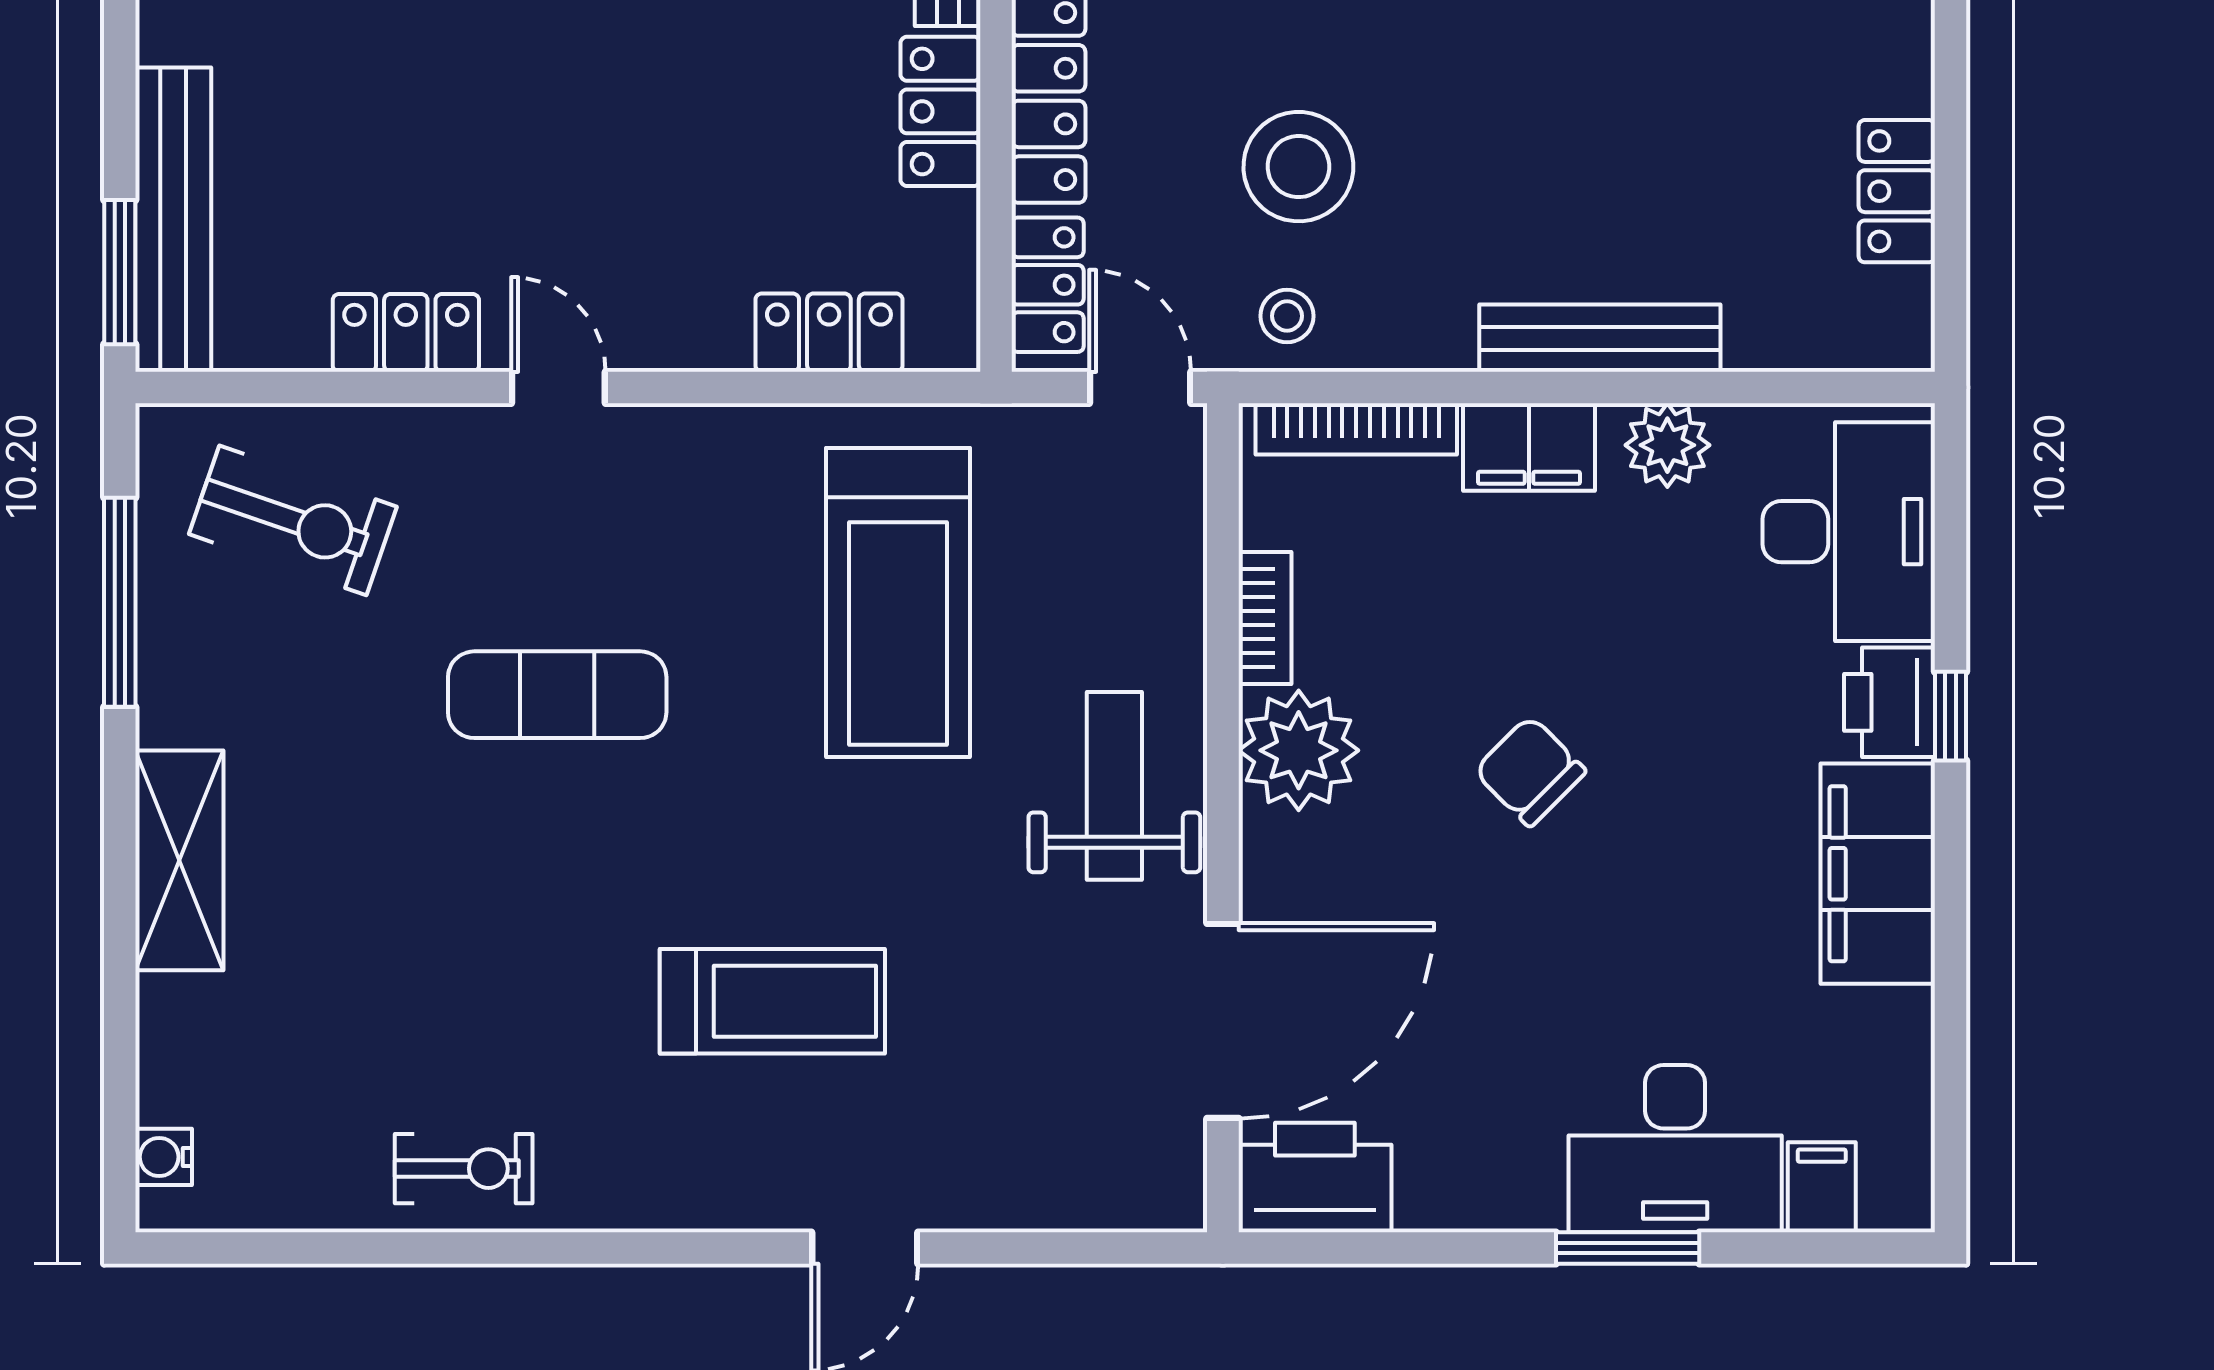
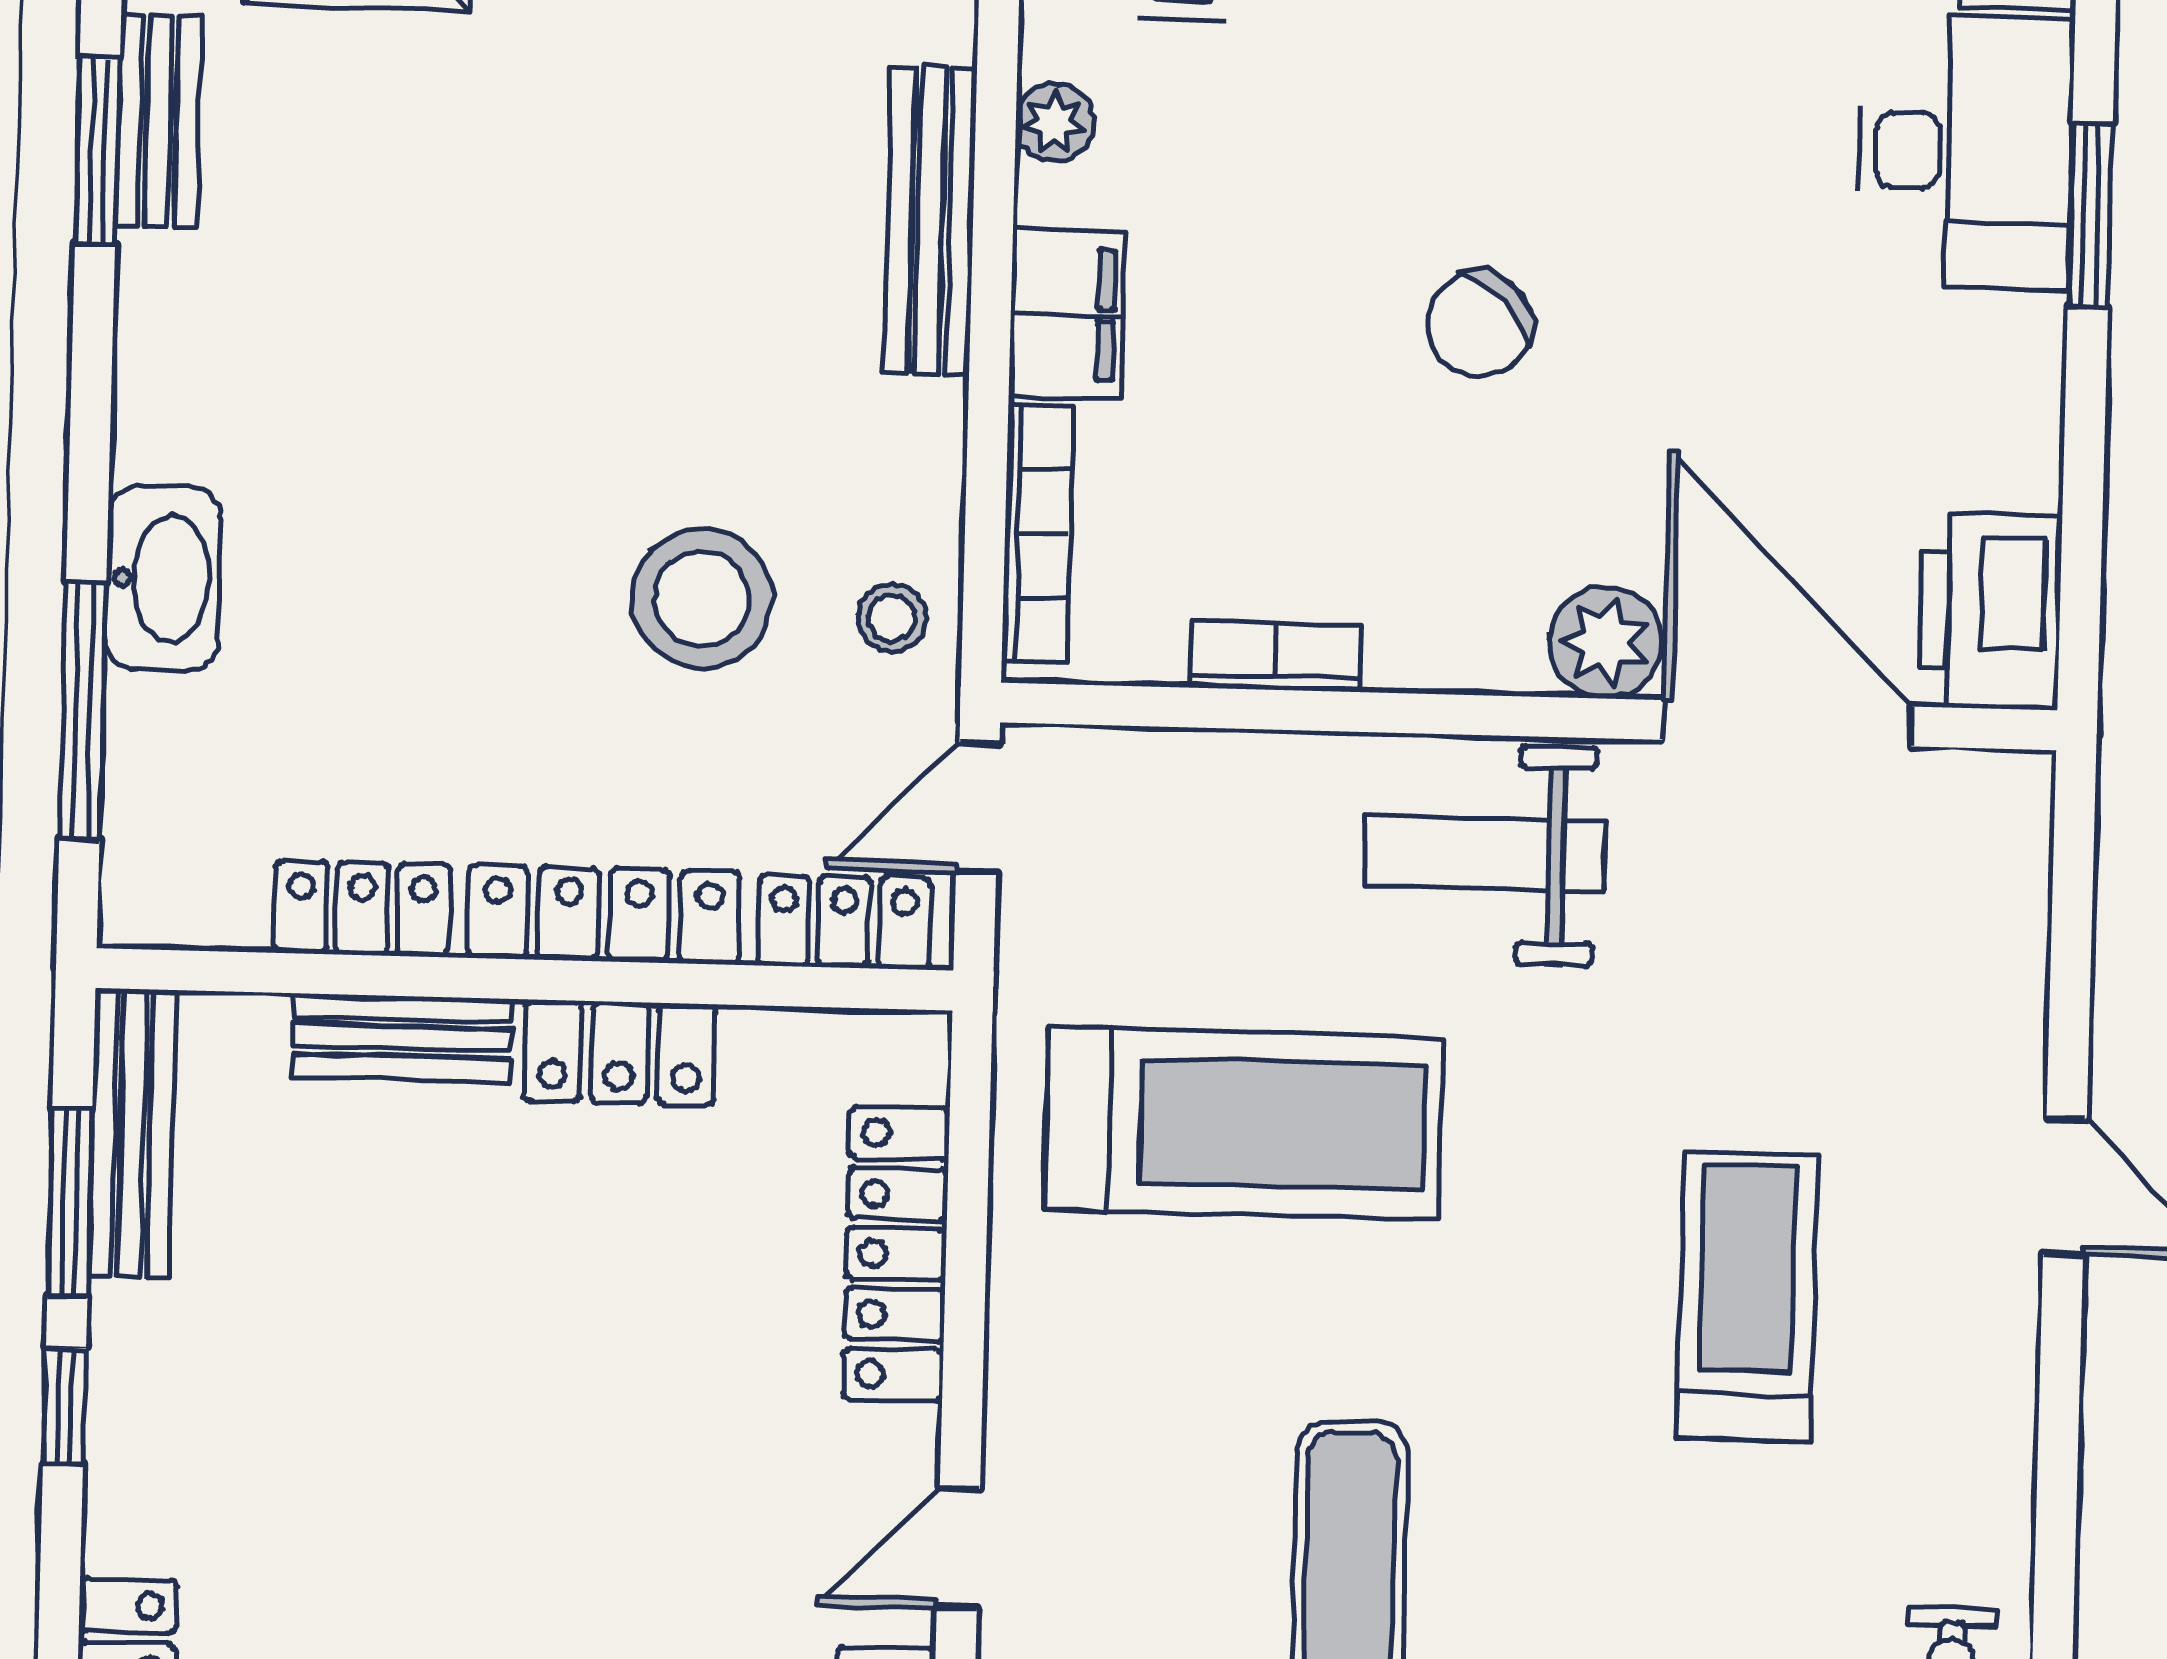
locker: (829, 333) -> (896, 1254), width x1.53
plant: (1667, 445) -> (1055, 123), width x0.73, depth x0.73
plant: (1299, 750) -> (1605, 642), moved, width x0.73, depth x0.73

